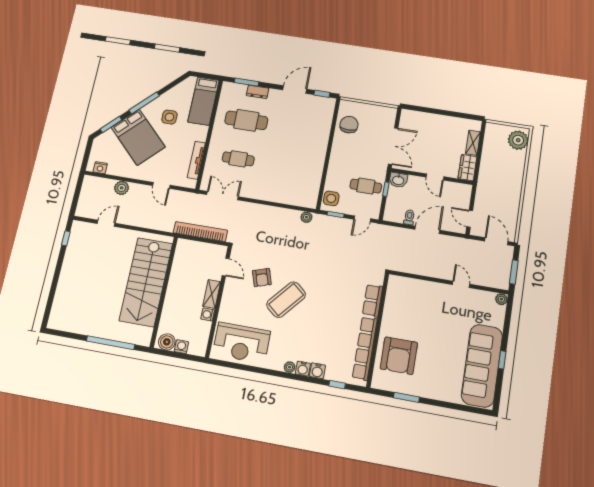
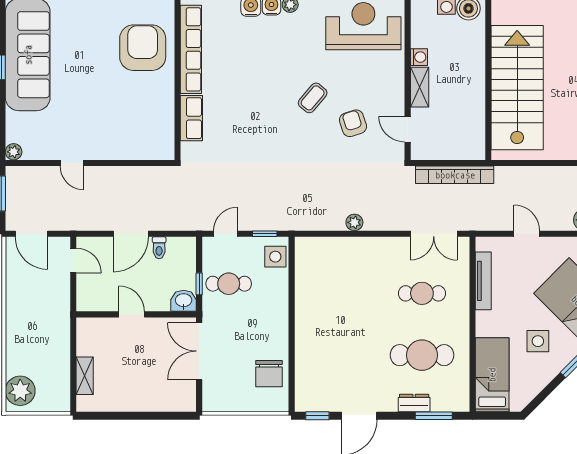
wardrobe: (467, 168) -> (87, 336), removed
plant: (306, 217) -> (354, 222), moved
coffee table: (286, 300) -> (313, 98), width x0.54, depth x0.58

